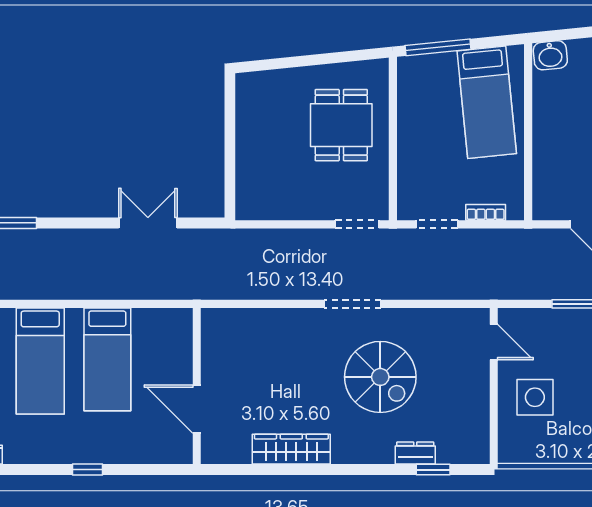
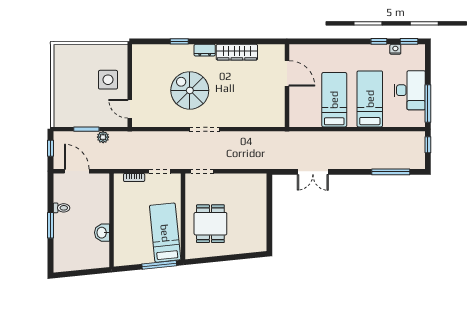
washbasin: (550, 55) -> (102, 233), moved, turned -84
bed: (487, 102) -> (165, 233), moved
plant: (544, 289) -> (103, 137), added
dresser: (415, 453) -> (205, 50), moved
window: (88, 470) -> (379, 41), moved
window: (433, 470) -> (179, 41), moved

